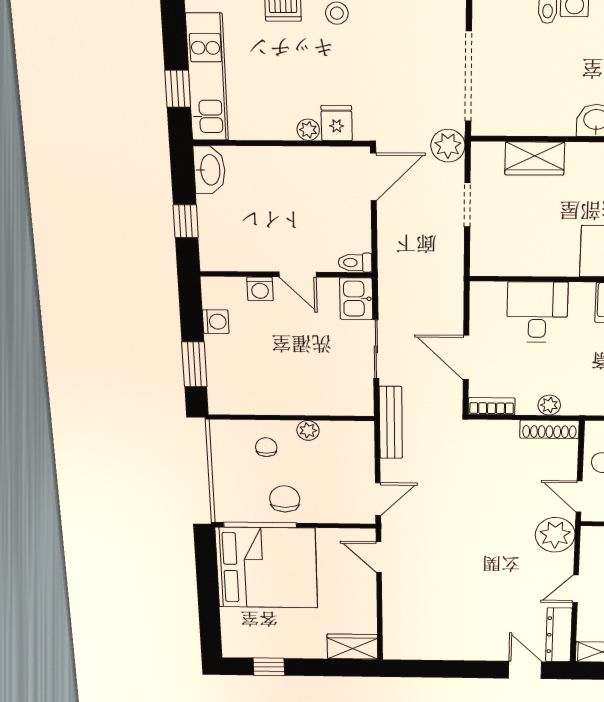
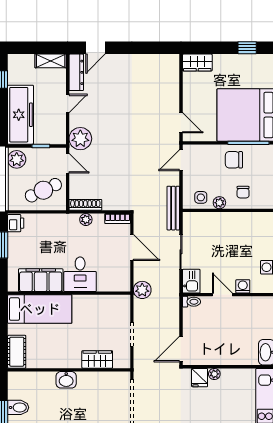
plant: (448, 146) -> (142, 290), moved
desk: (537, 312) -> (80, 274), moved
side table: (342, 439) -> (201, 197), added
chair: (285, 499) -> (234, 160), turned 90
door: (525, 670) -> (95, 48), hinge flipped

